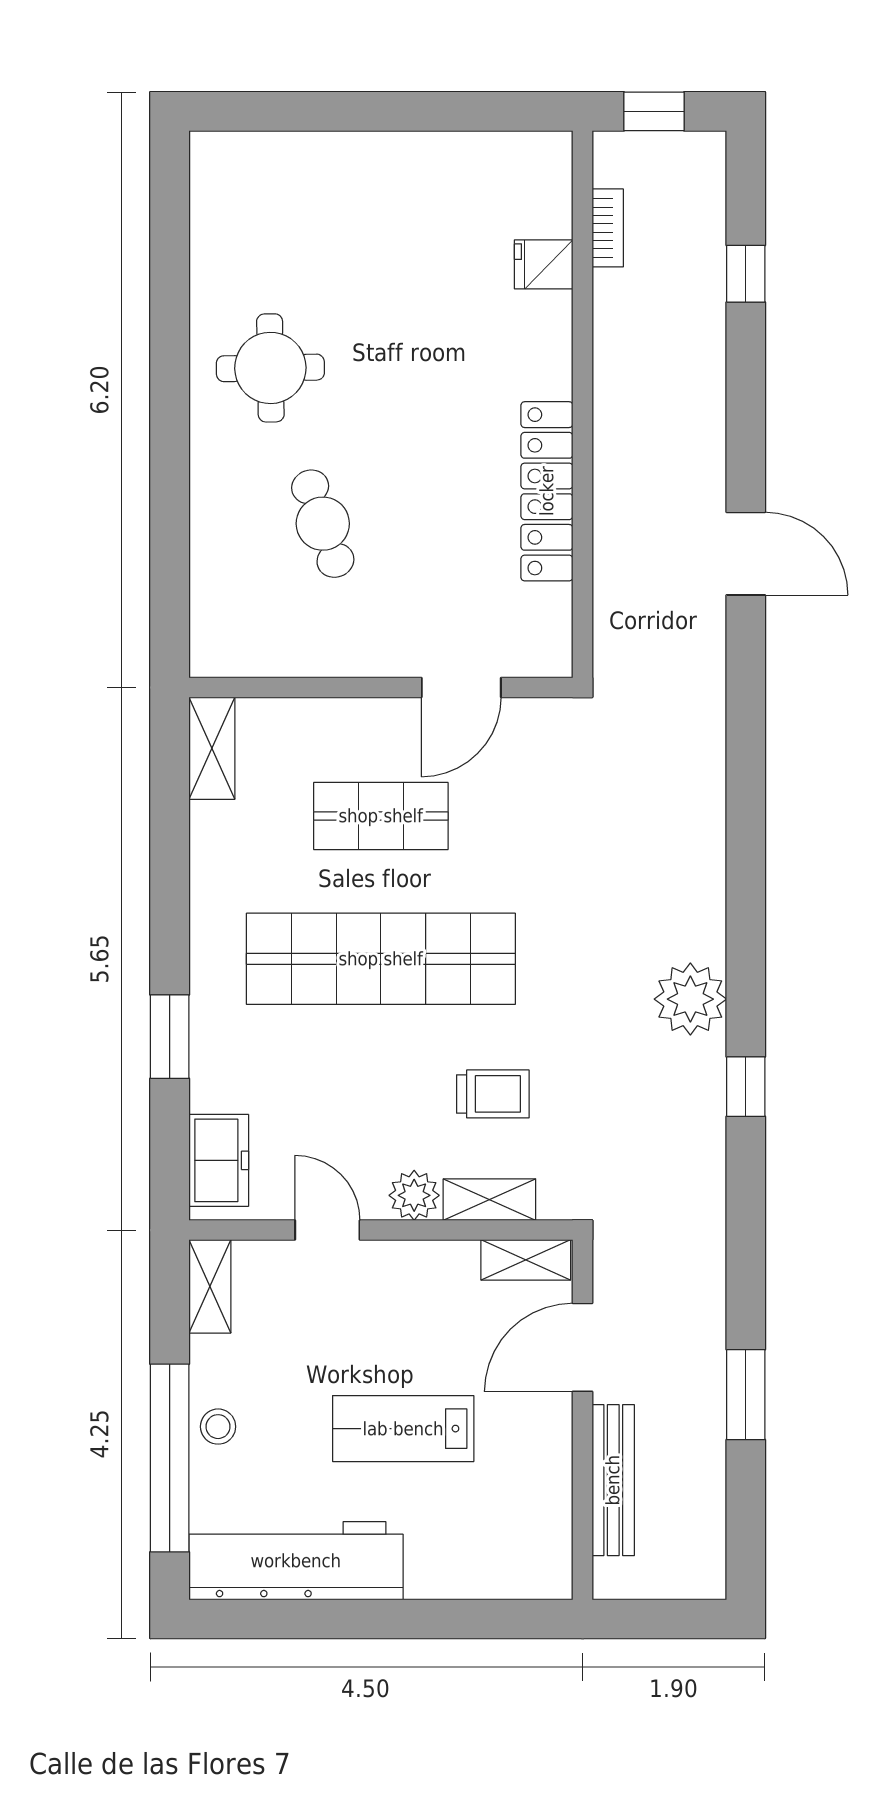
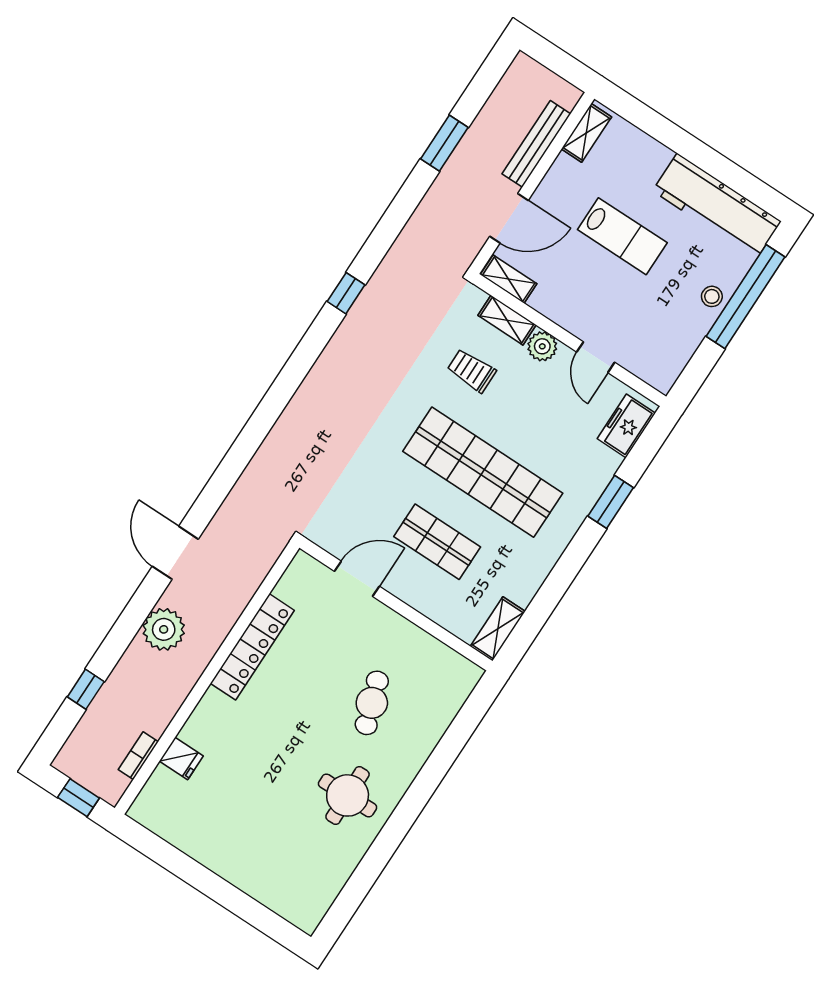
plant: (690, 999) -> (164, 629), moved
shelving: (210, 1286) -> (586, 133), moved

